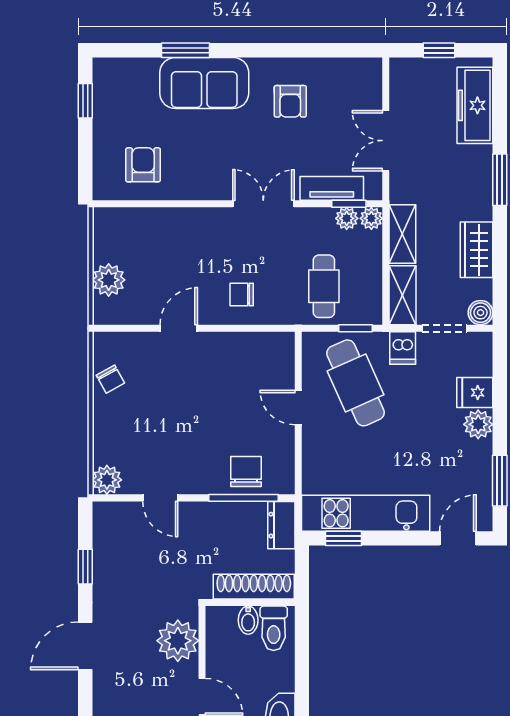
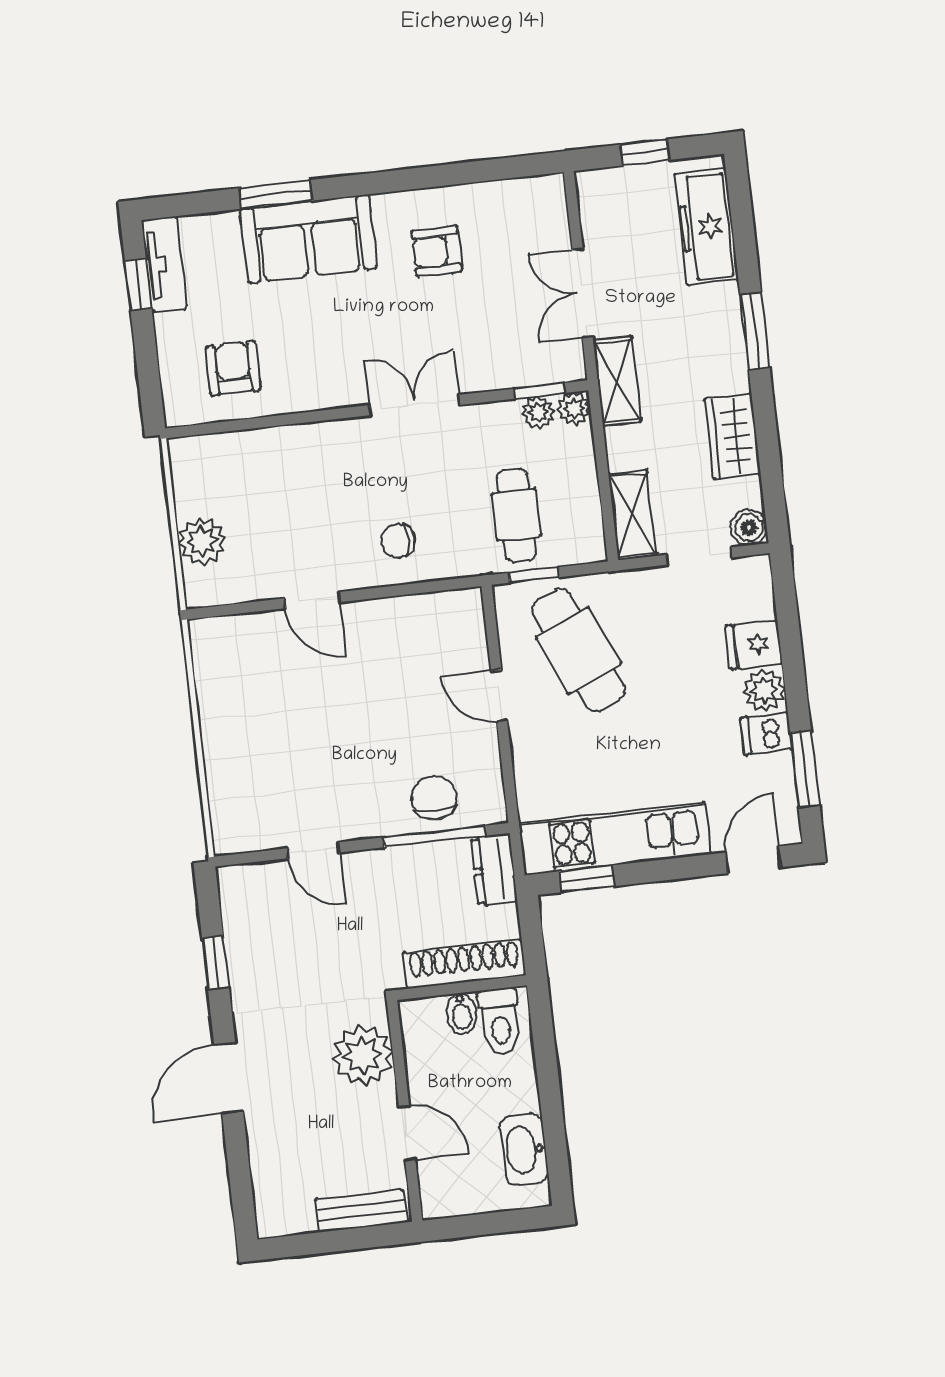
armchair: (290, 101) -> (437, 251), turned 90
tv unit: (332, 188) -> (164, 264), moved, turned 90
shelving: (402, 234) -> (617, 381), moved
door: (179, 328) -> (312, 600), swing flipped
window: (356, 328) -> (534, 575), moved
dishwasher: (403, 348) -> (766, 734), moved, turned 90
chair: (110, 379) -> (221, 686), removed
plant: (107, 480) -> (233, 833), removed

